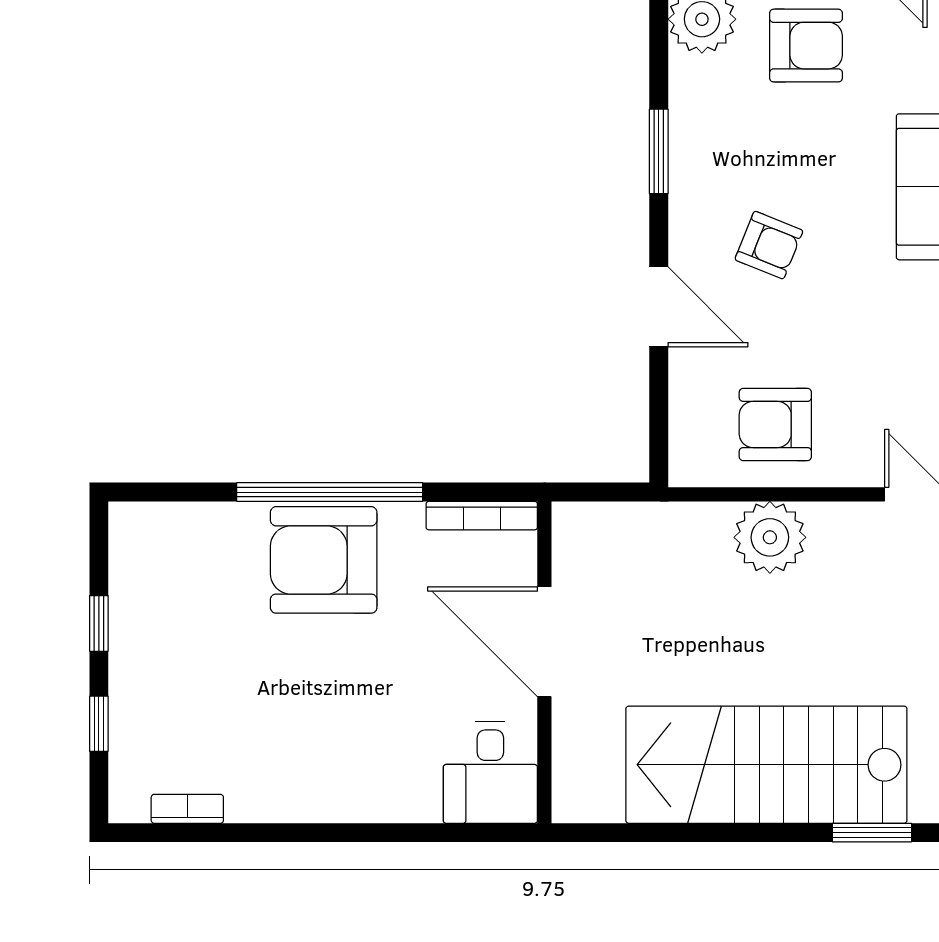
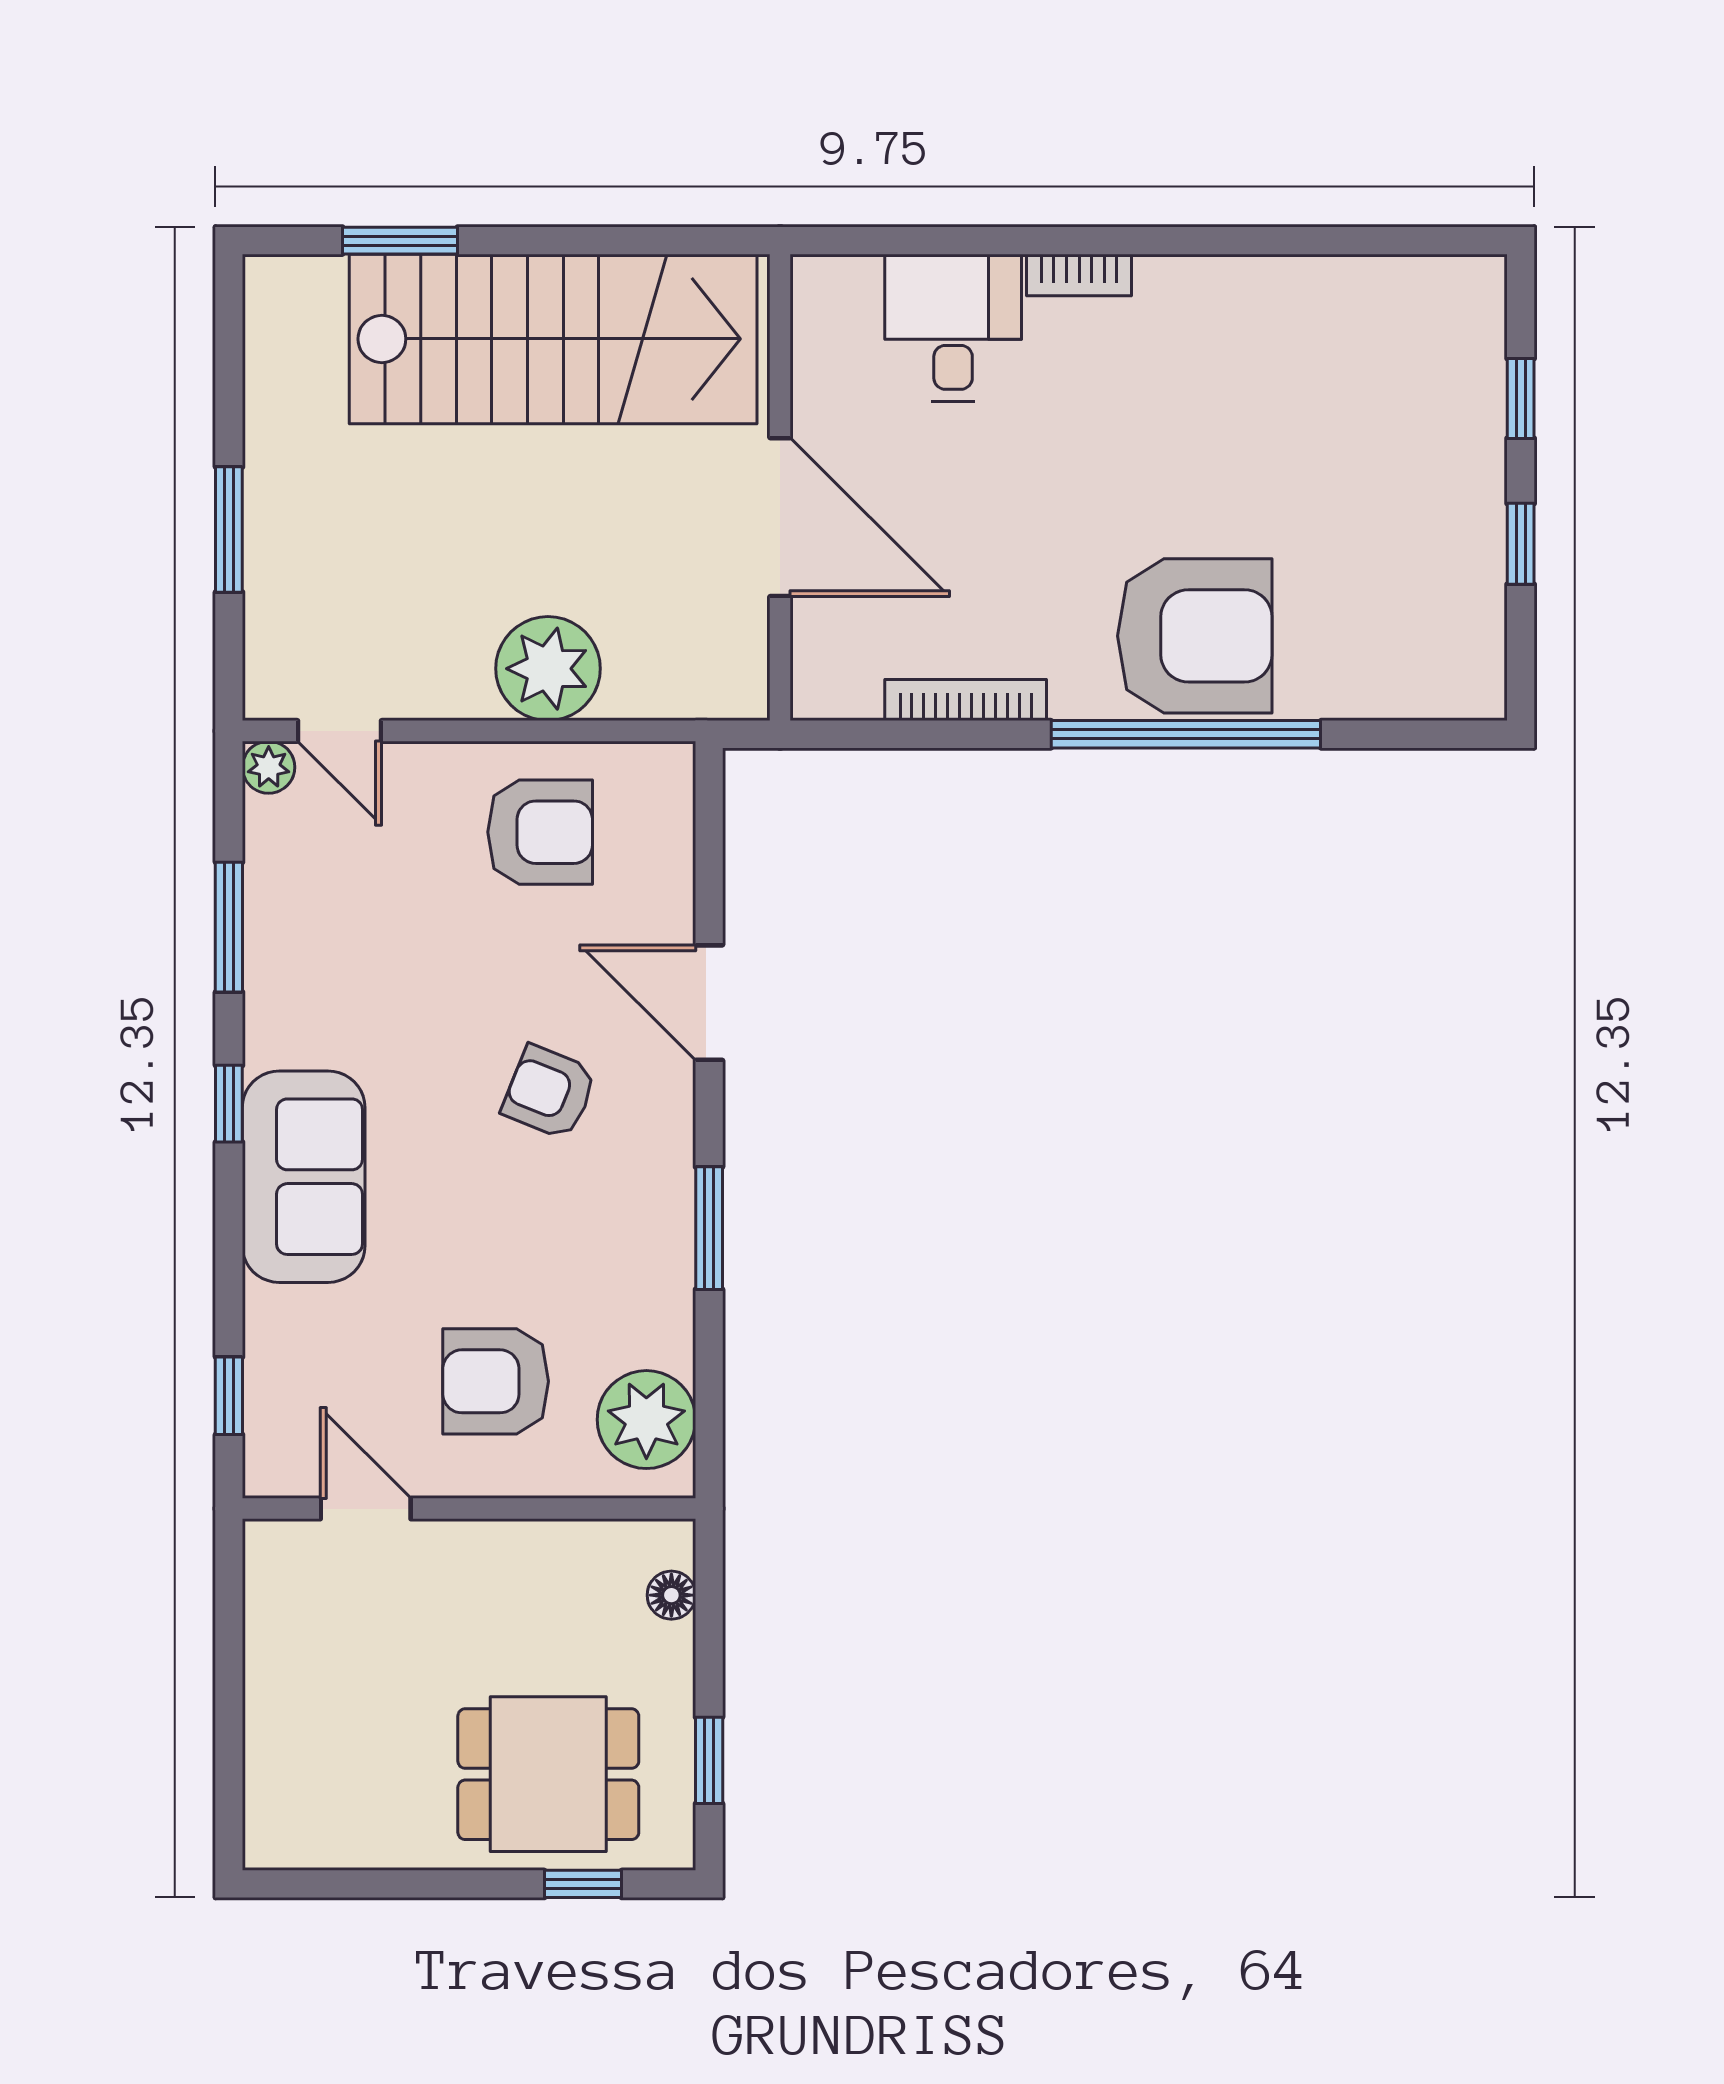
door: (544, 642) -> (780, 517), moved
wall: (544, 662) -> (780, 487), moved
bookcase: (187, 809) -> (1079, 275), moved

